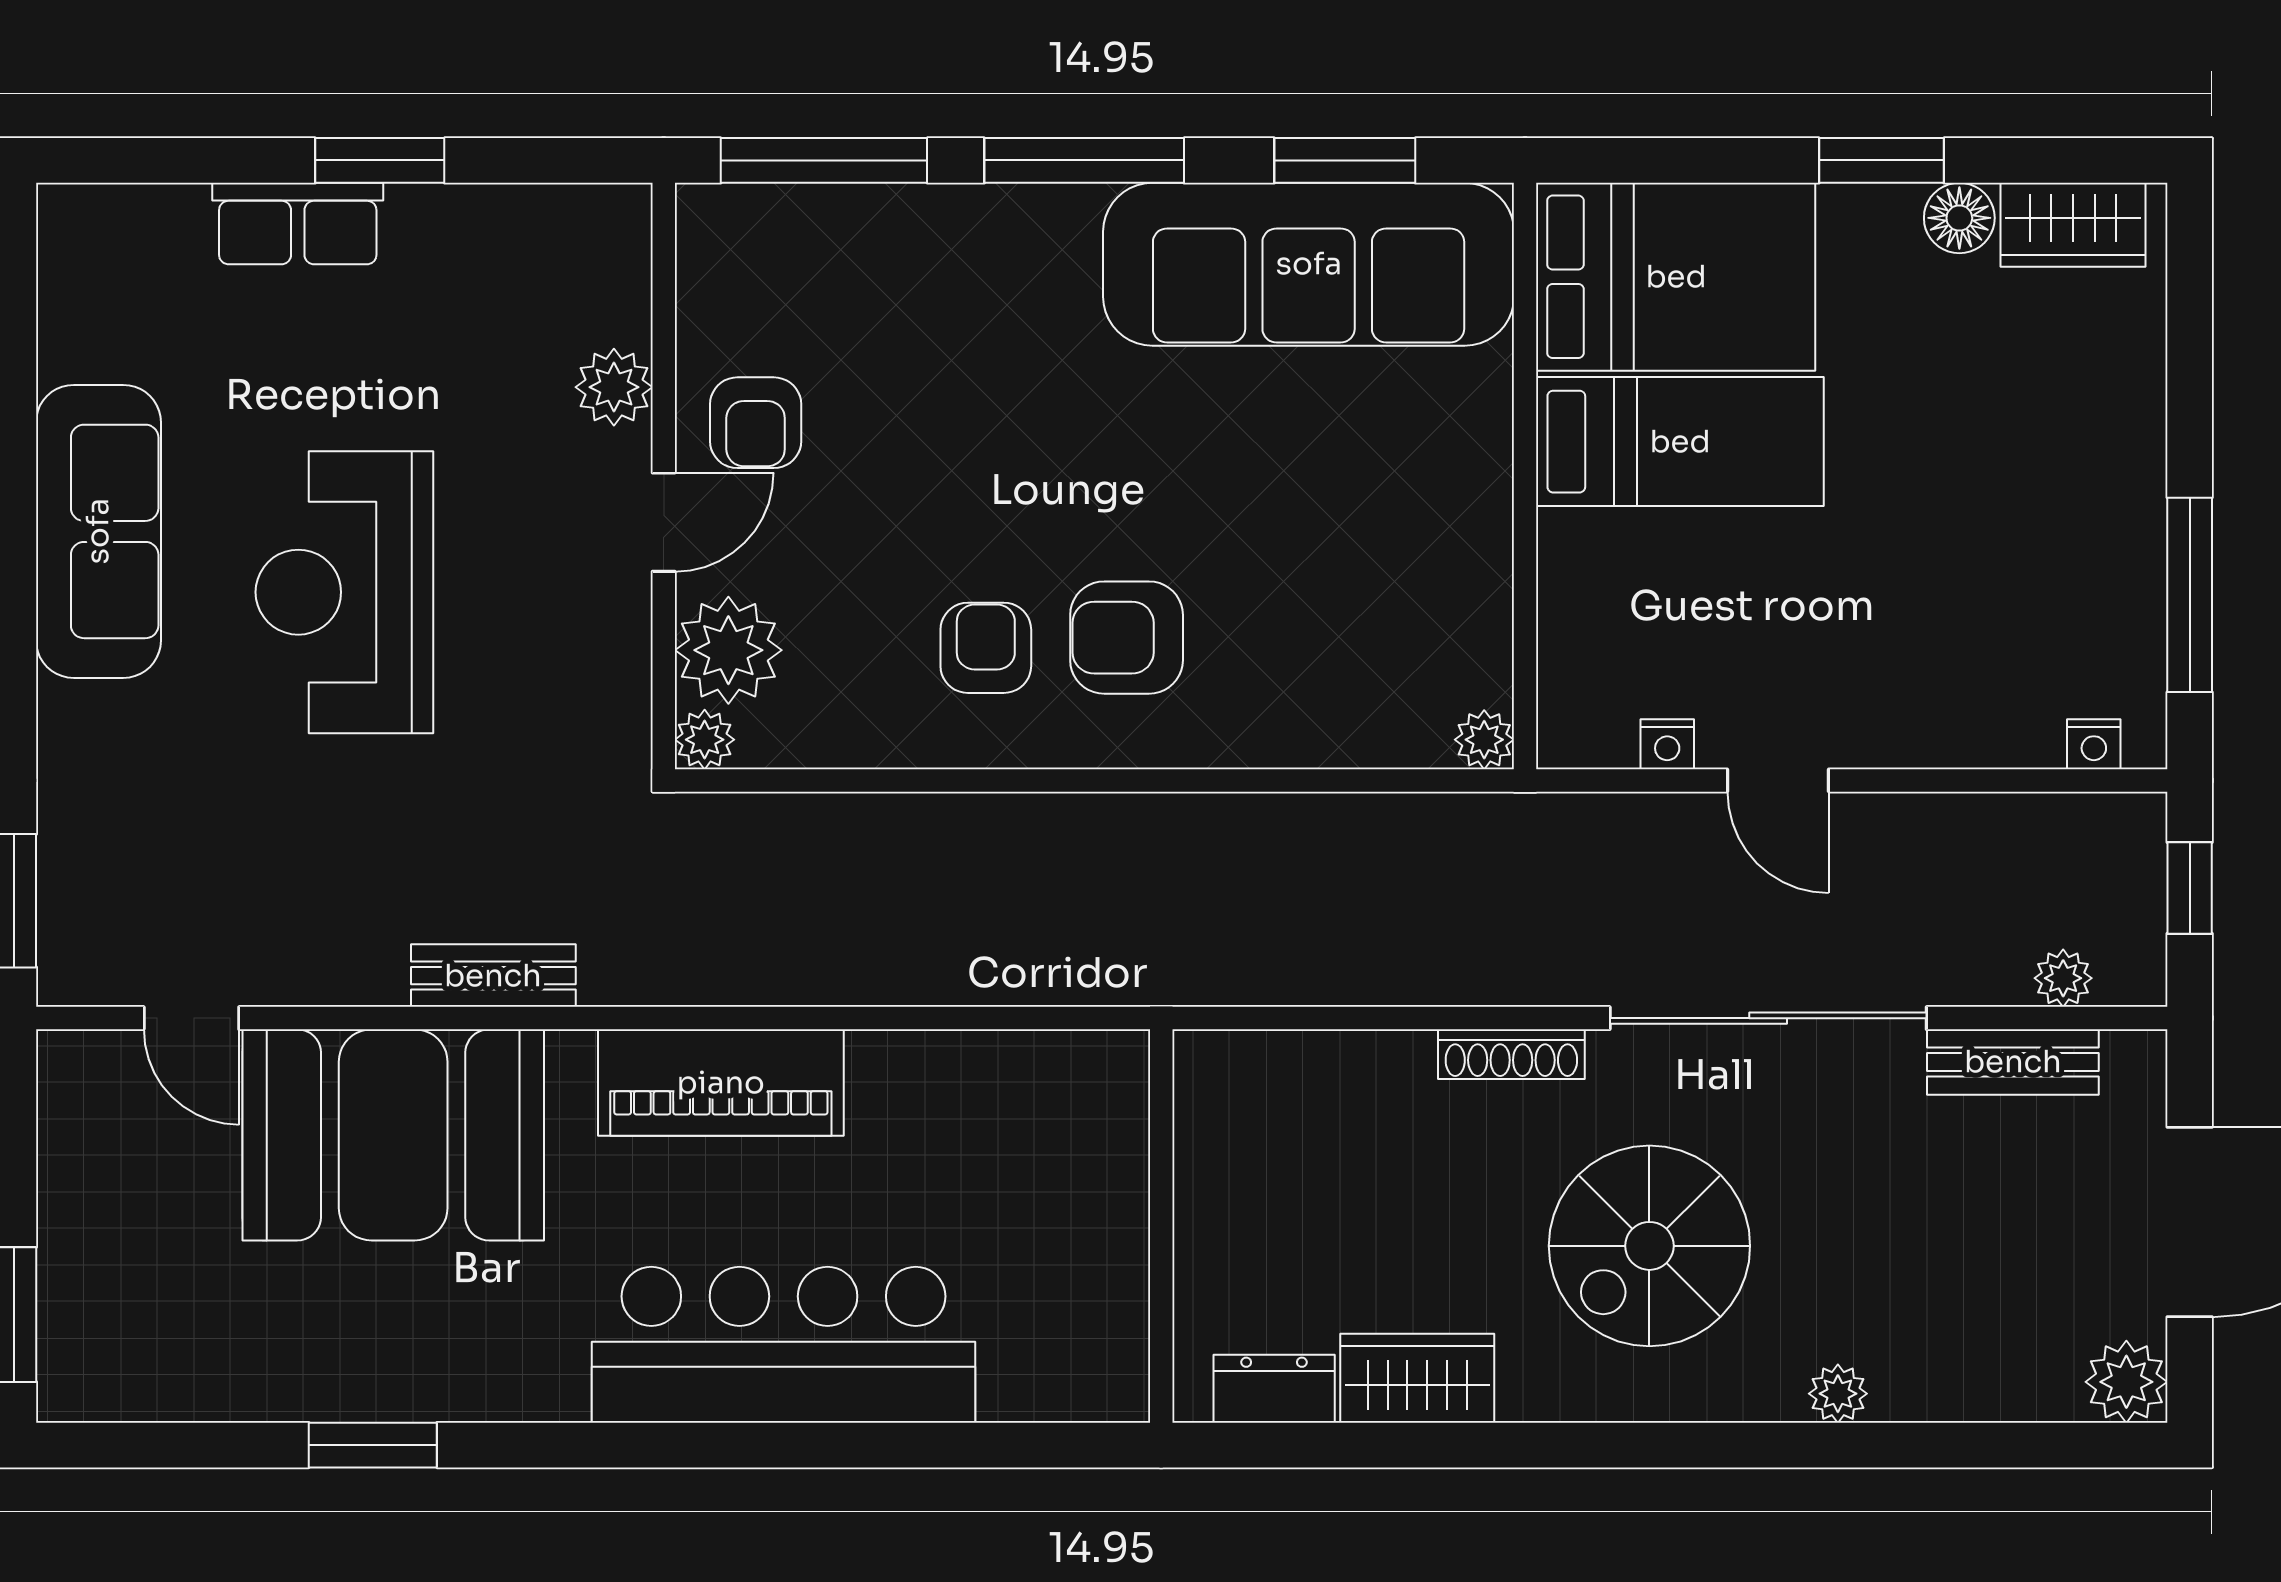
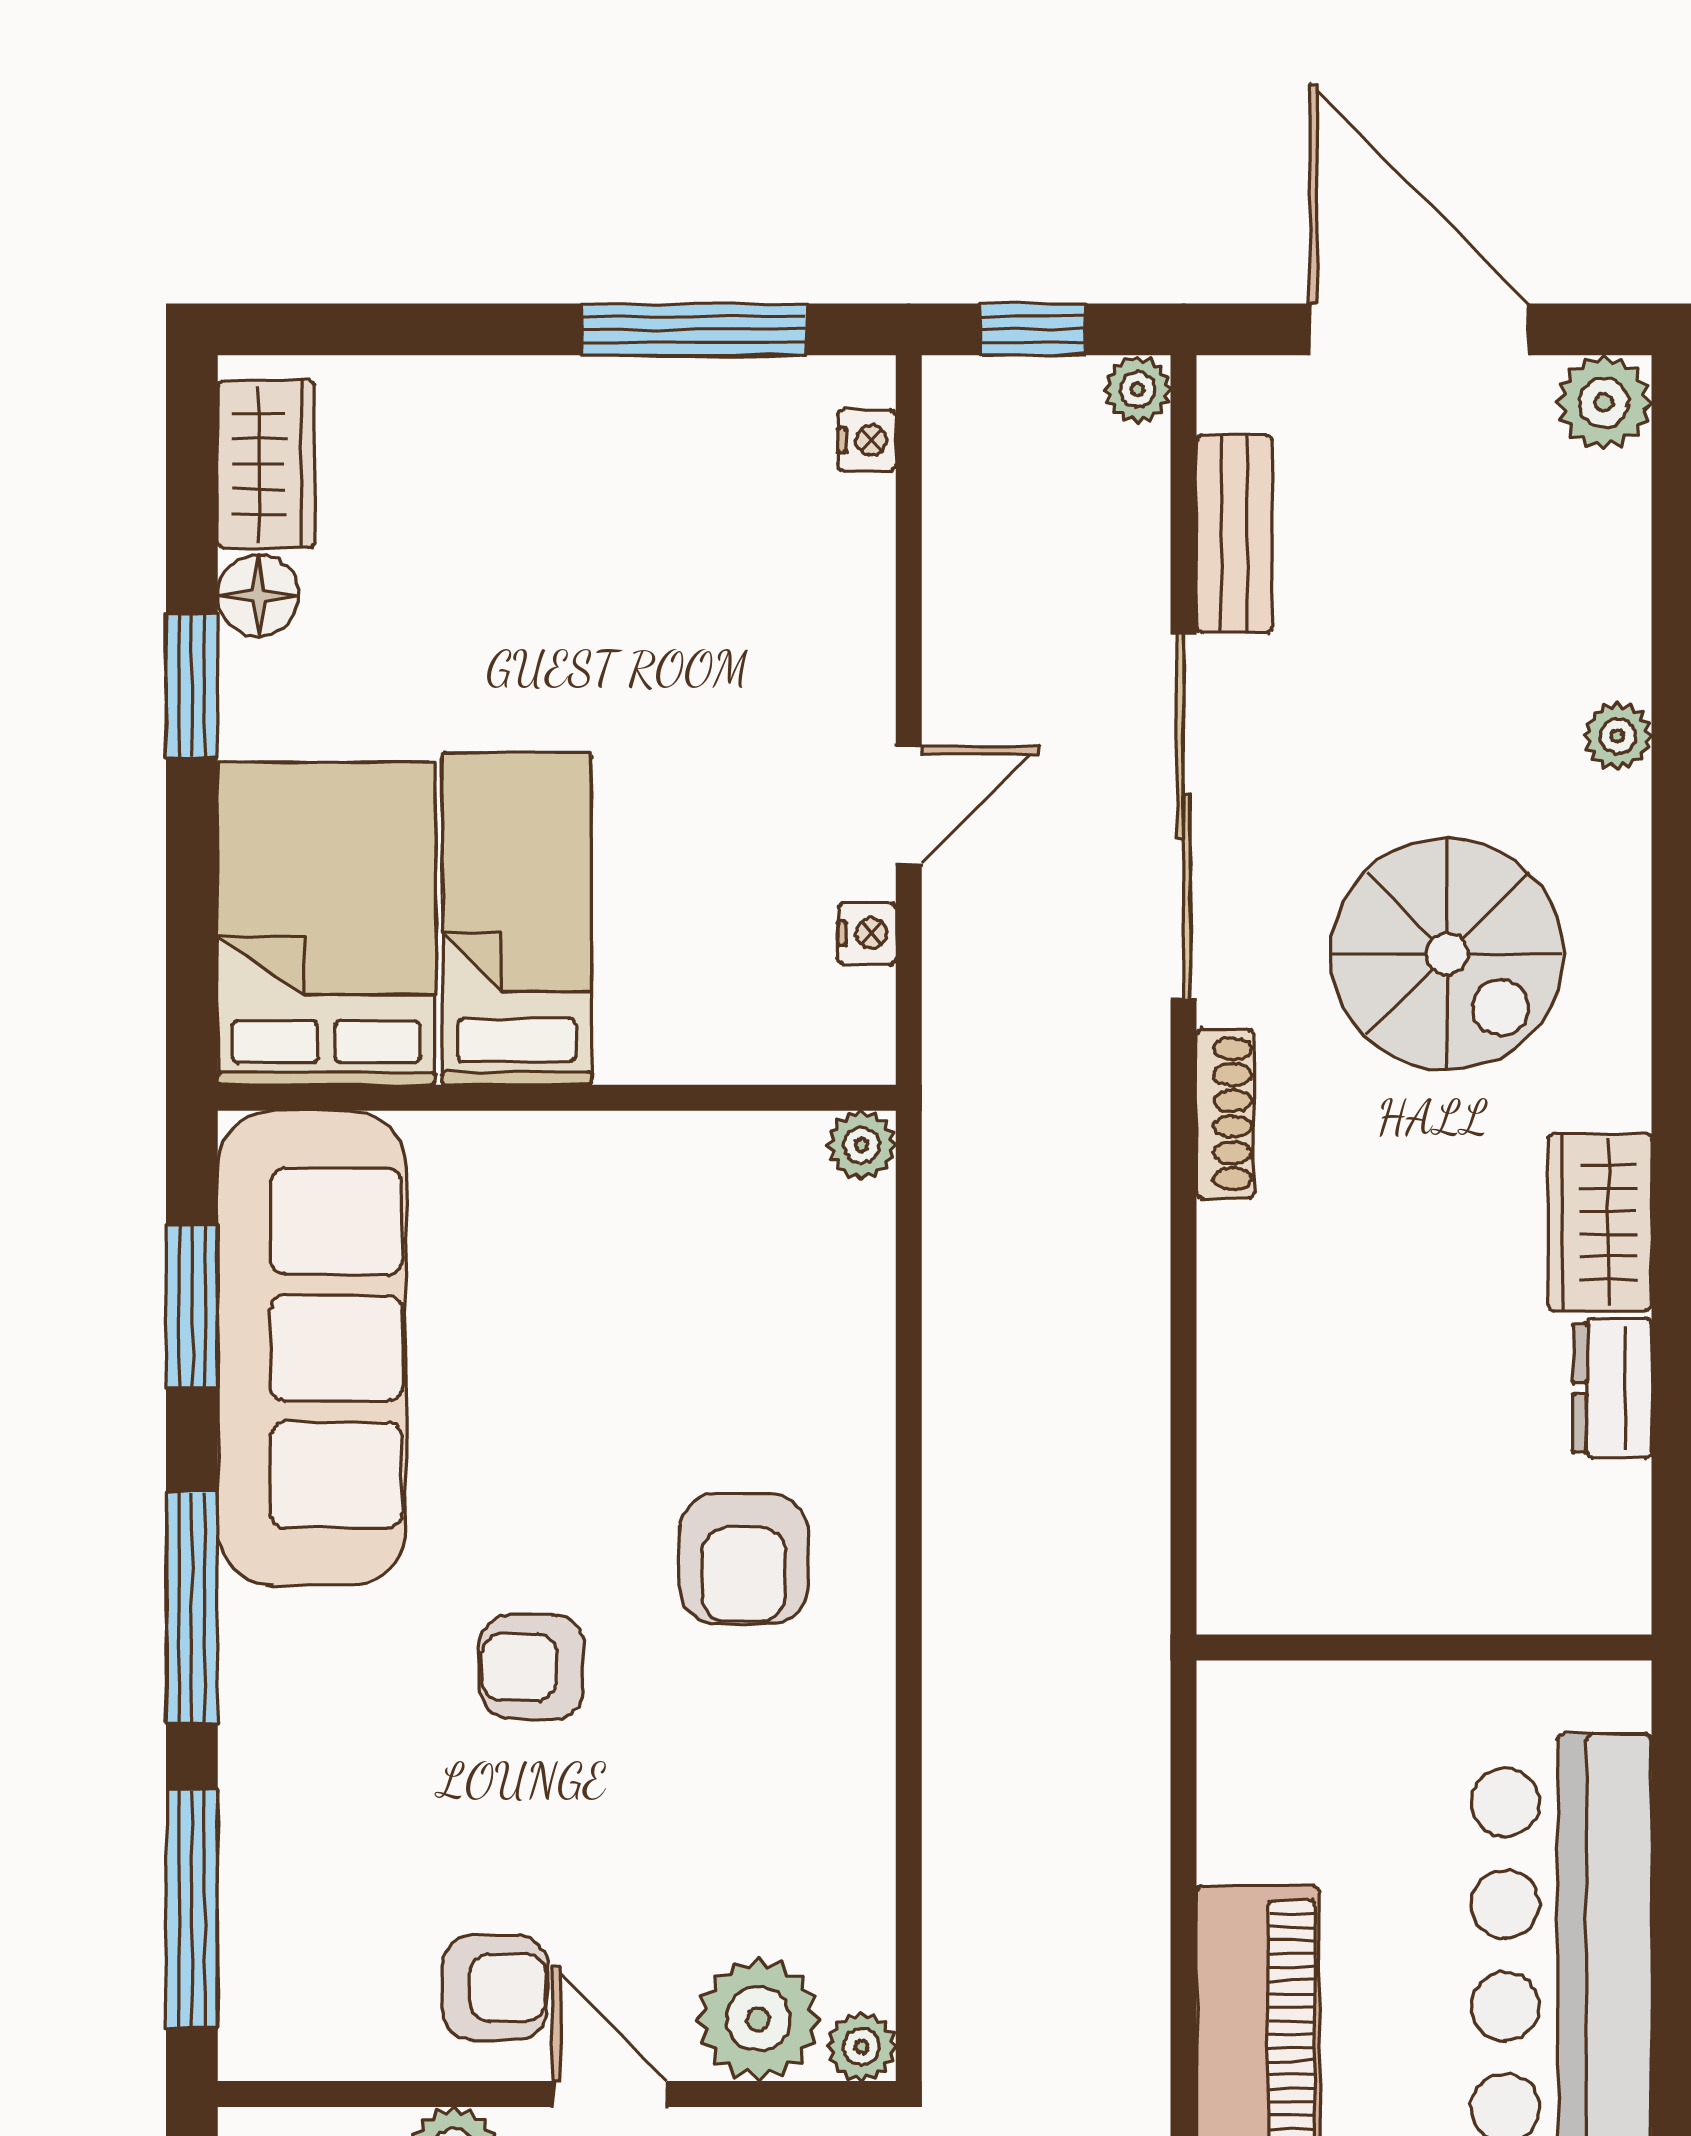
armchair: (986, 648) -> (532, 1667), moved
plant: (2063, 978) -> (1137, 390), moved
wall: (1161, 1226) -> (1424, 1647), moved

